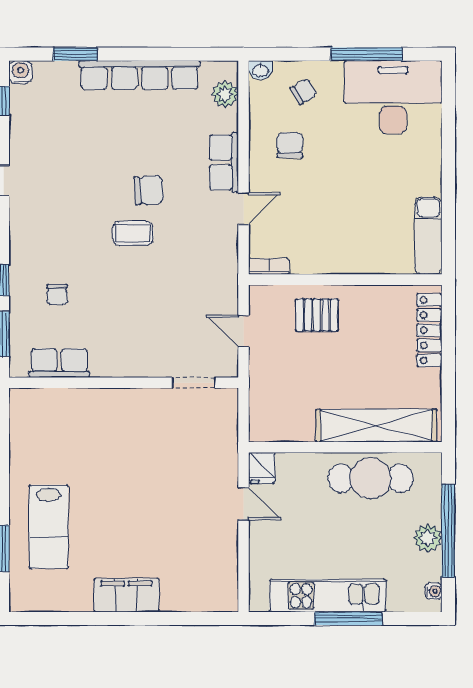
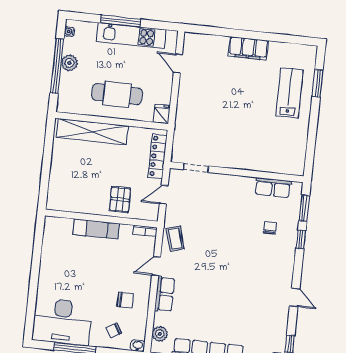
chair: (290, 145) -> (125, 300), turned -90
chair: (149, 190) -> (210, 283), removed
coffee table: (133, 233) -> (175, 239), moved, turned 74
exam couch: (428, 236) -> (96, 229), moved, turned 90
pallet: (317, 315) -> (120, 200), turned 90
locker: (429, 330) -> (157, 156), moved, turned 180
door: (243, 331) -> (164, 195), swing flipped
cafe table: (371, 478) -> (117, 94), moved
door: (243, 504) -> (178, 64), moved

